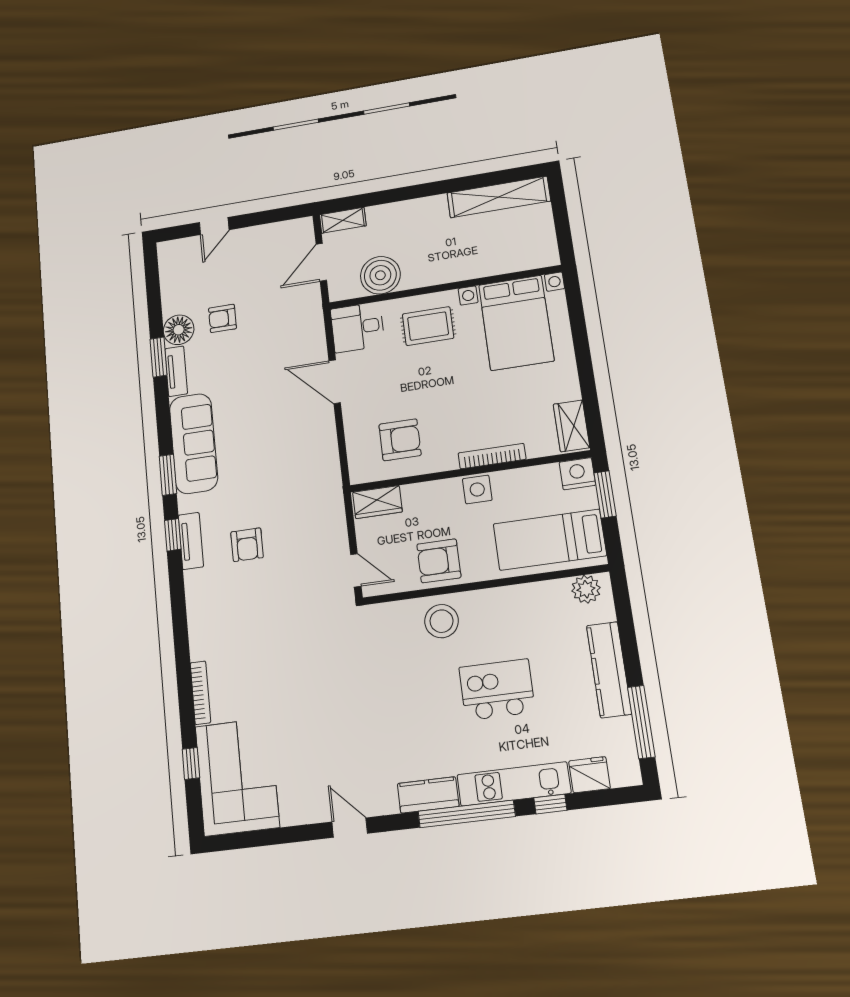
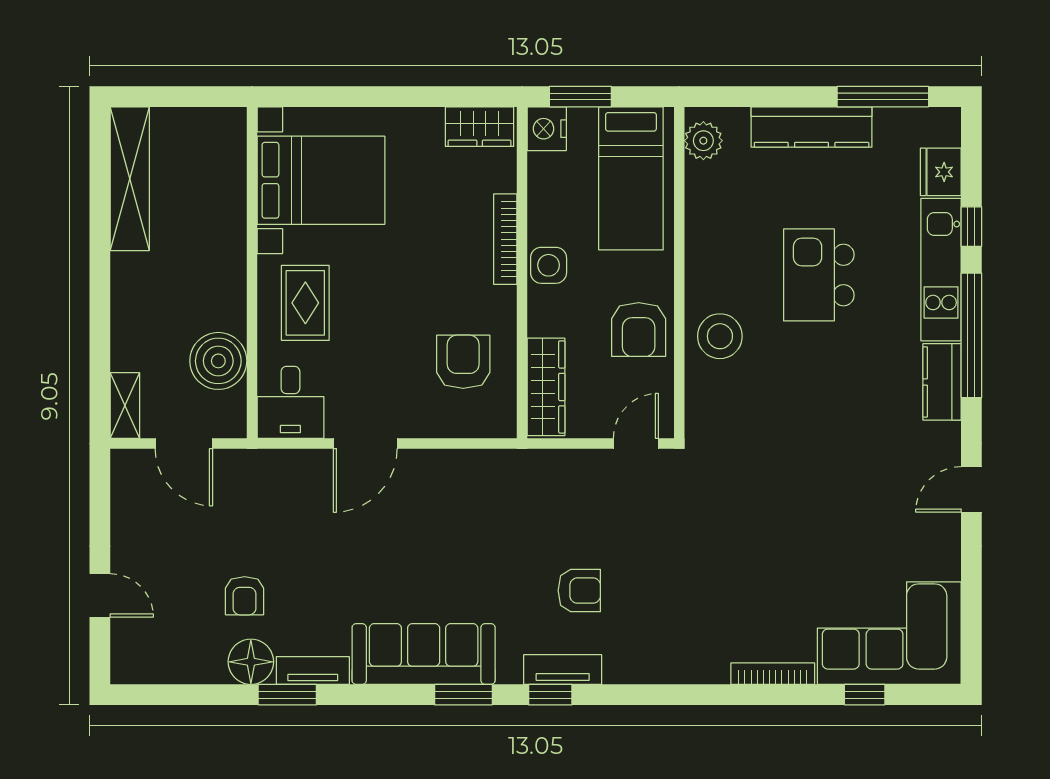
wardrobe: (377, 502) -> (546, 387), width x1.50

